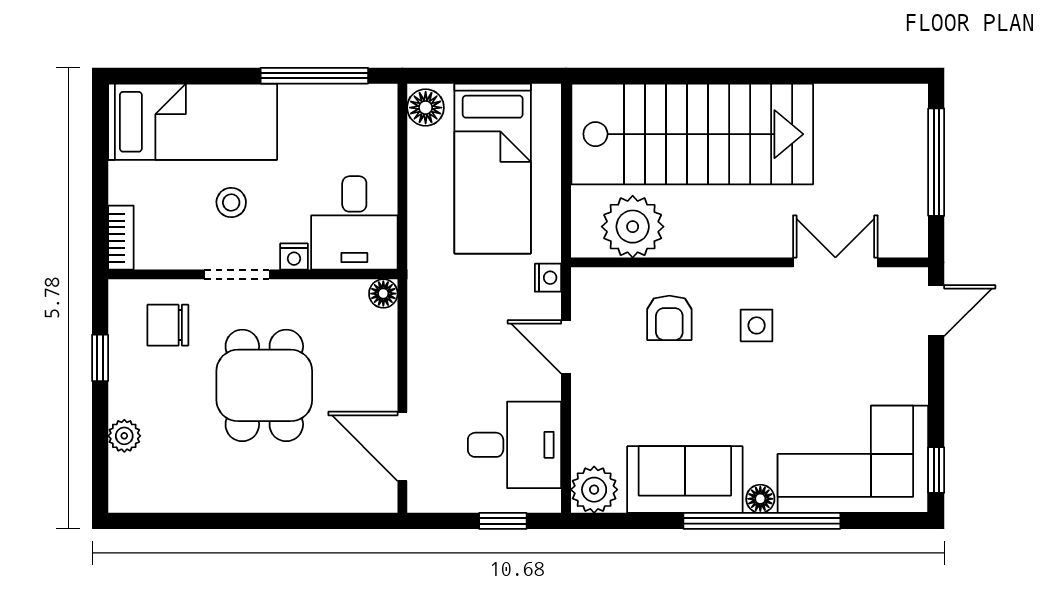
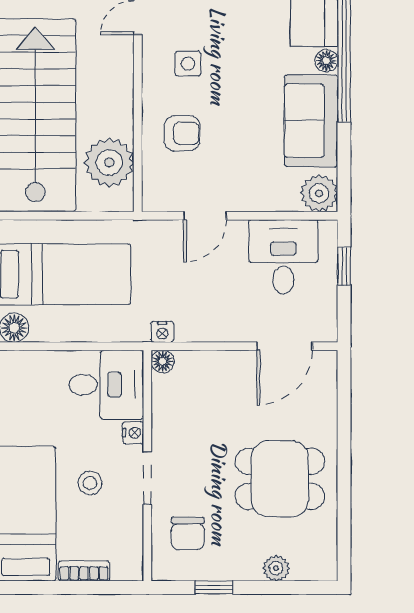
bookcase: (121, 238) -> (84, 571), moved
nightstand: (548, 278) -> (162, 332), moved, turned 180
dining table: (264, 385) -> (280, 479), moved

